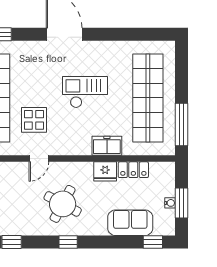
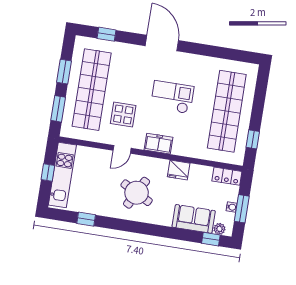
window: (181, 125) -> (253, 139), width x0.46
freezer: (107, 146) -> (159, 144), moved
locker: (133, 170) -> (227, 176), moved
plant: (160, 229) -> (219, 229), added
window: (68, 242) -> (136, 227), removed

